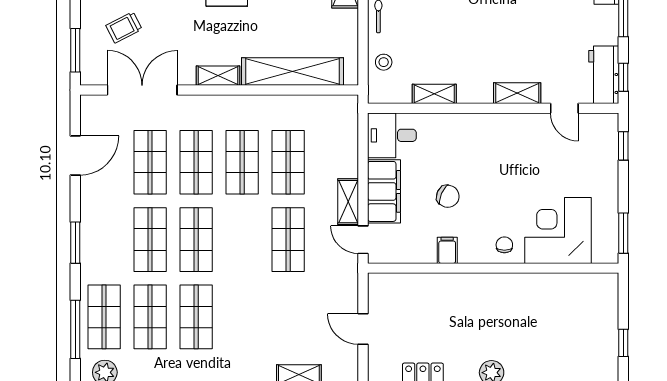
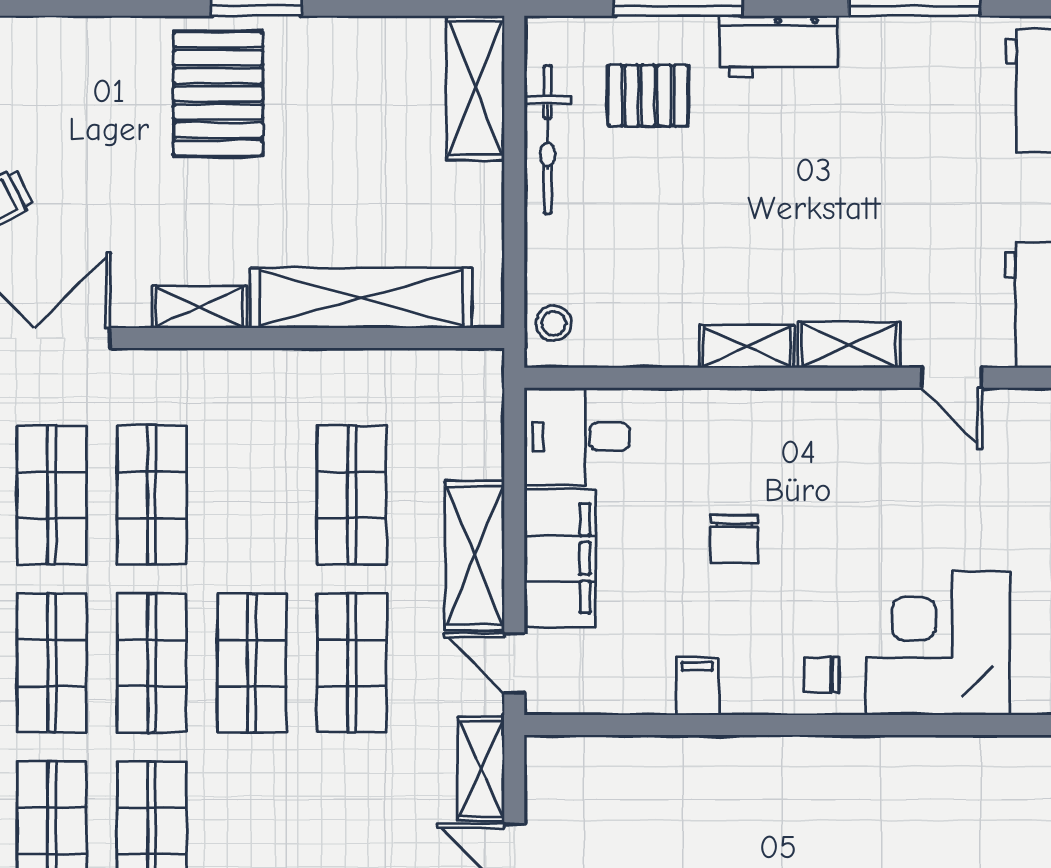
stool: (384, 62) -> (554, 323), moved
shelving: (434, 94) -> (747, 346), moved
shop shelf: (242, 162) -> (252, 663), moved
chair: (448, 196) -> (734, 539), moved, turned 66
shelving: (348, 202) -> (475, 556), width x1.50, depth x1.33
chair: (504, 245) -> (821, 675), turned -90
shelving: (348, 288) -> (481, 769), added

